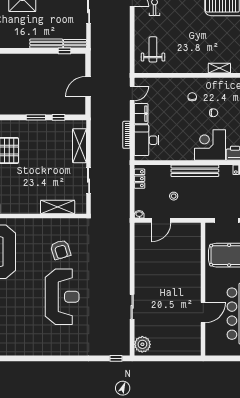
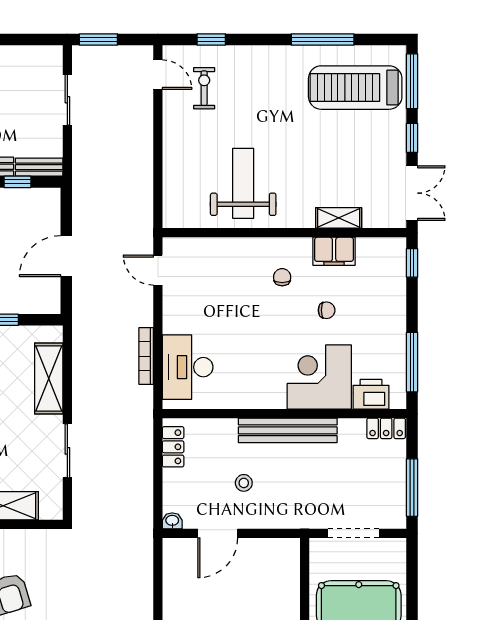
weight bench: (153, 49) -> (243, 183), moved, width x1.36, depth x1.33
door: (132, 93) -> (158, 270), swing flipped
filing cabinet: (141, 114) -> (334, 251), moved, turned 90

